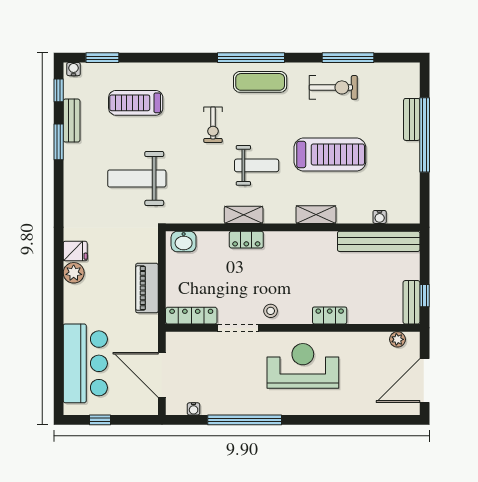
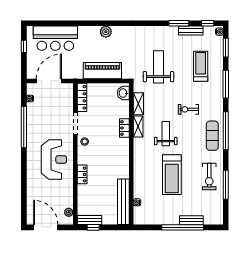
window: (168, 58) -> (226, 84), added
weight bench: (257, 165) -> (166, 134), turned 180
shelving: (316, 215) -> (138, 104), moved
fridge: (75, 251) -> (118, 33), removed
piano: (147, 288) -> (102, 71), width x1.37, depth x1.33

